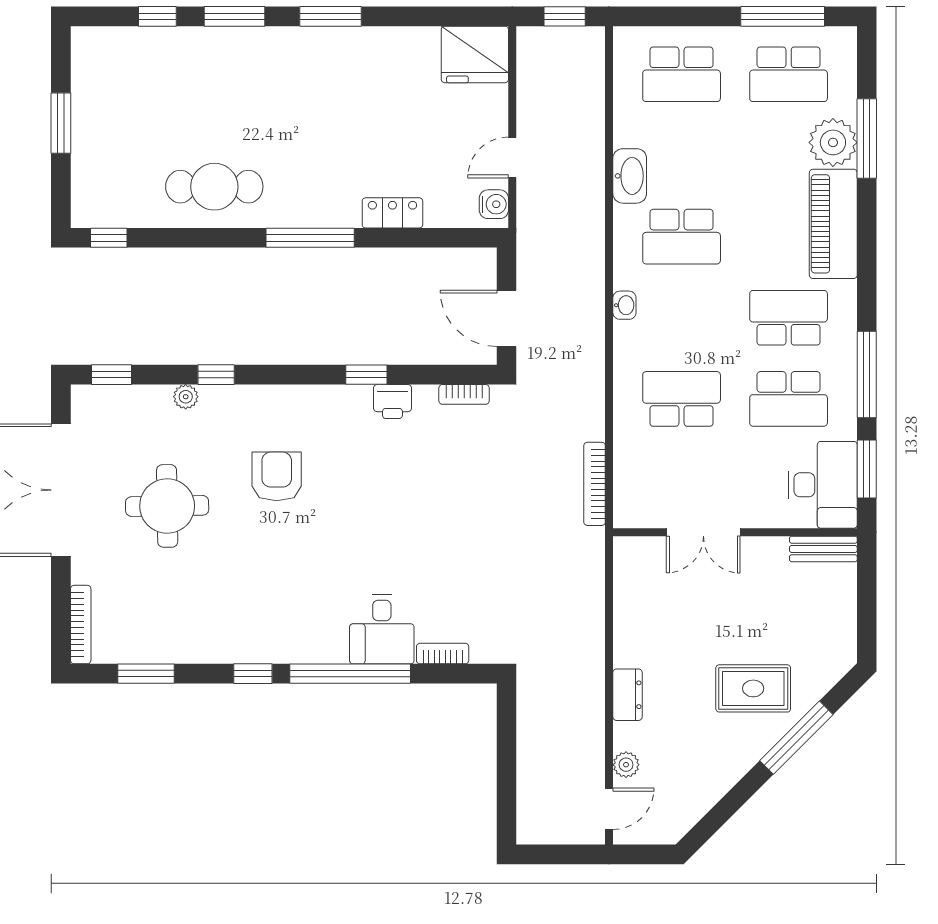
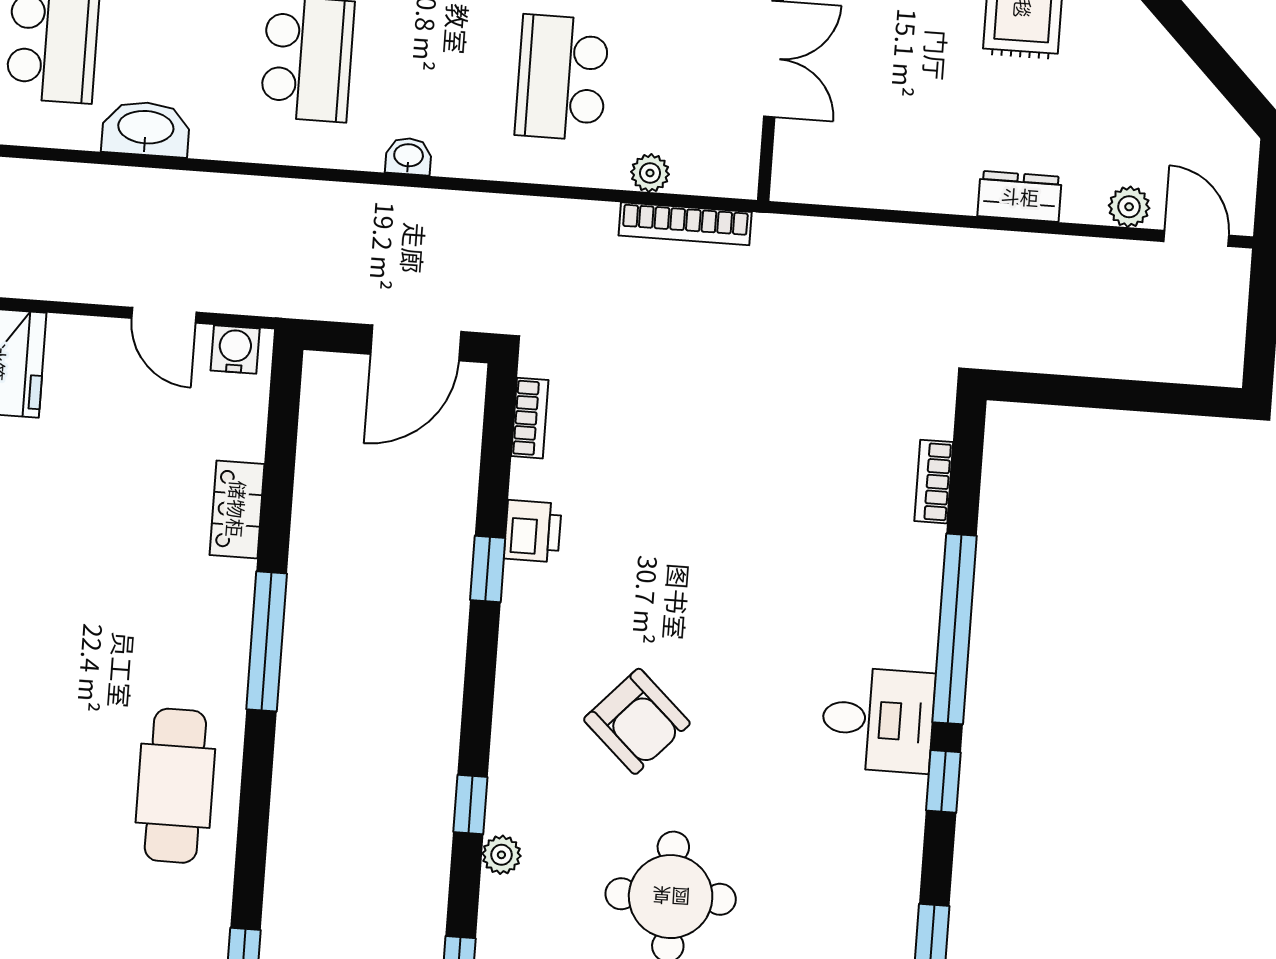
washbasin: (630, 176) -> (146, 129), moved
plant: (625, 459) -> (650, 173), added
armchair: (277, 476) -> (637, 721), turned -137
desk: (382, 629) -> (878, 720), moved

